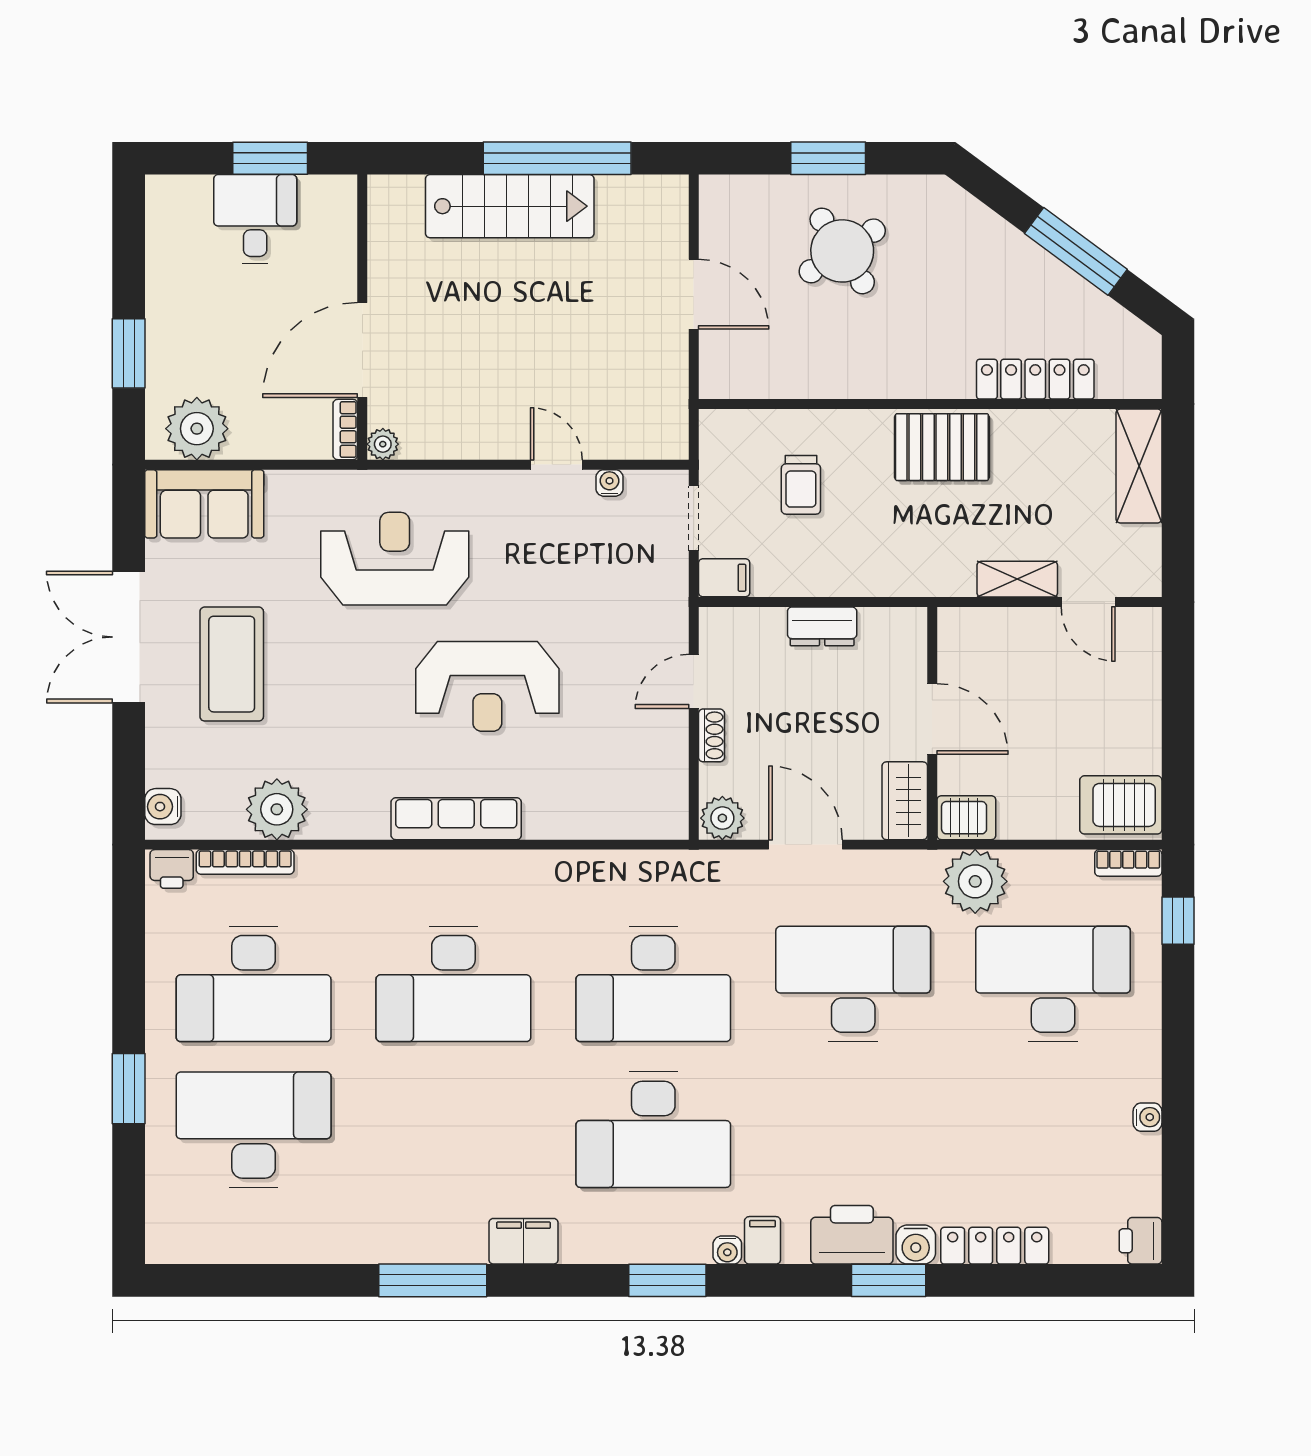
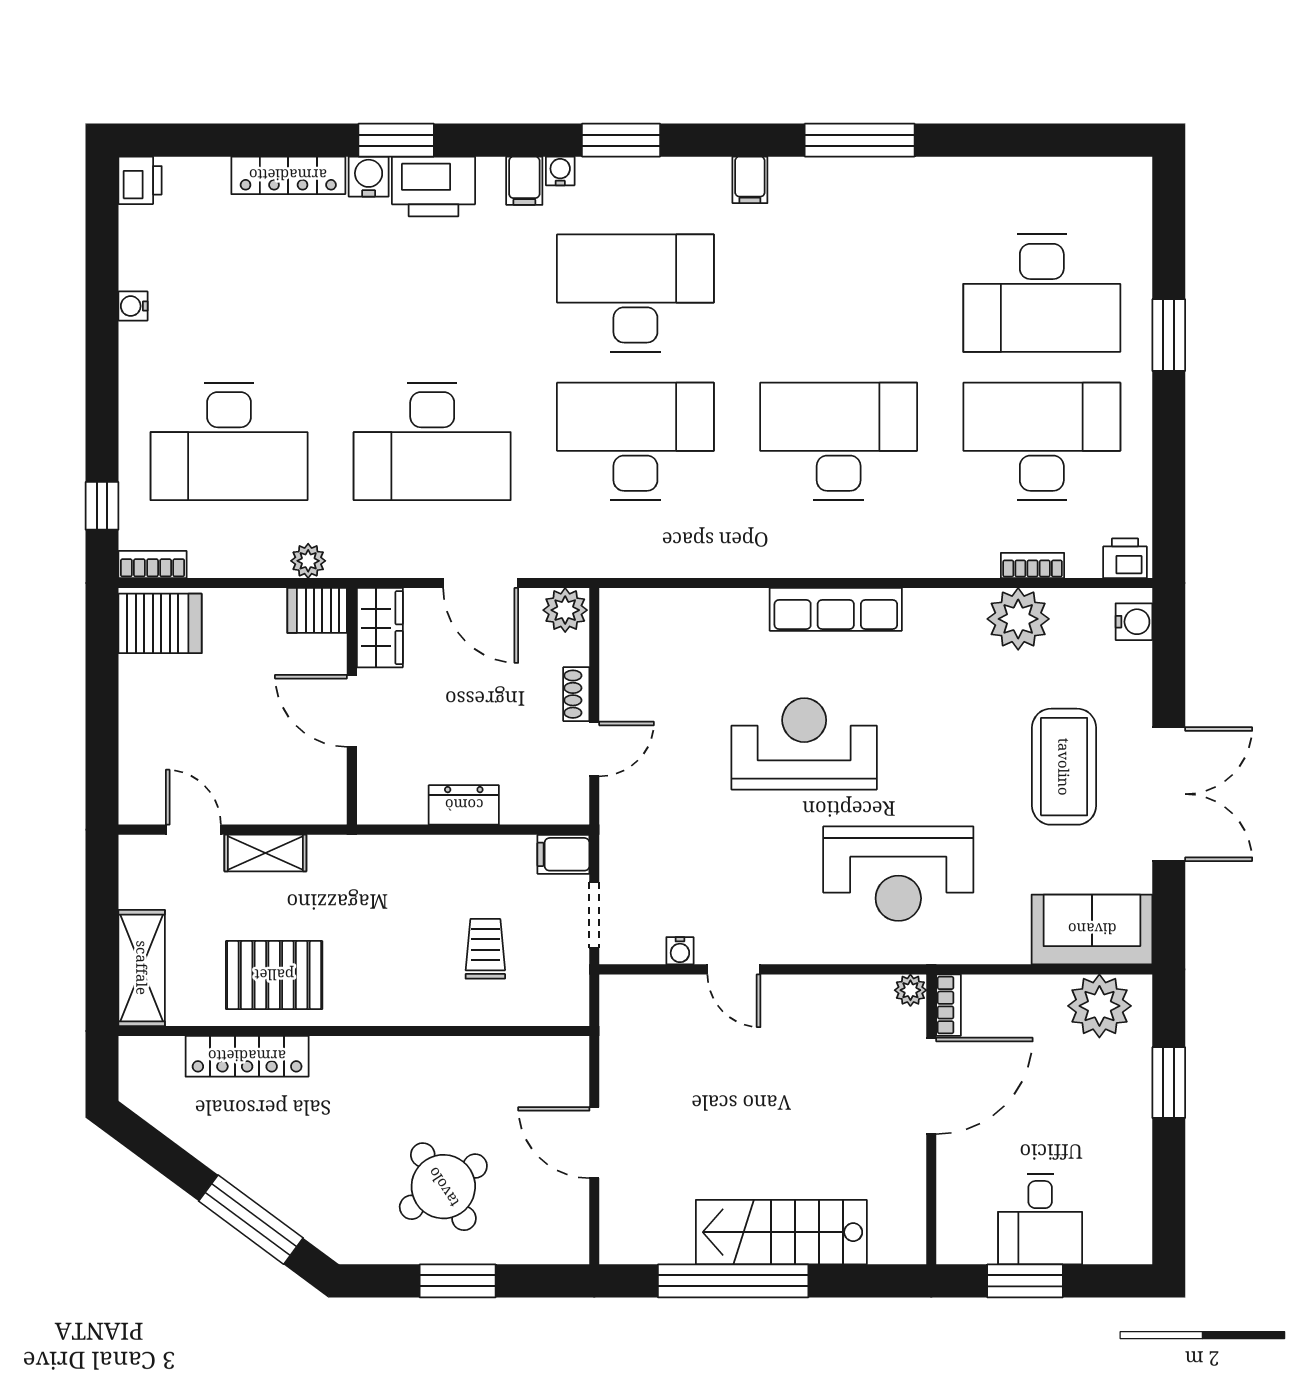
window: (1076, 251) -> (251, 1220), moved
pallet: (942, 447) -> (274, 975), moved
bookcase: (245, 862) -> (1033, 565), width x0.64
plant: (975, 881) -> (308, 561), width x0.53, depth x0.53
filing cabinet: (523, 1241) -> (750, 180), width x0.50

